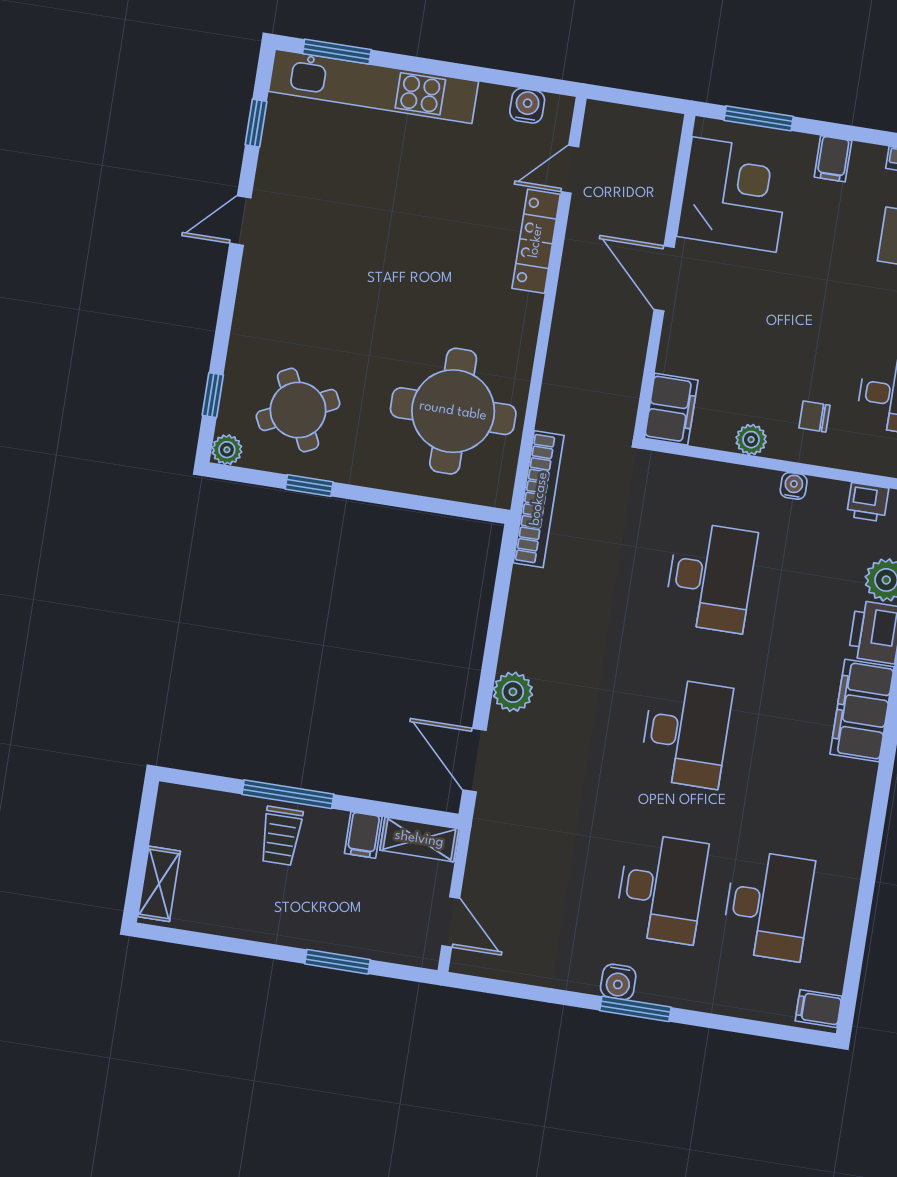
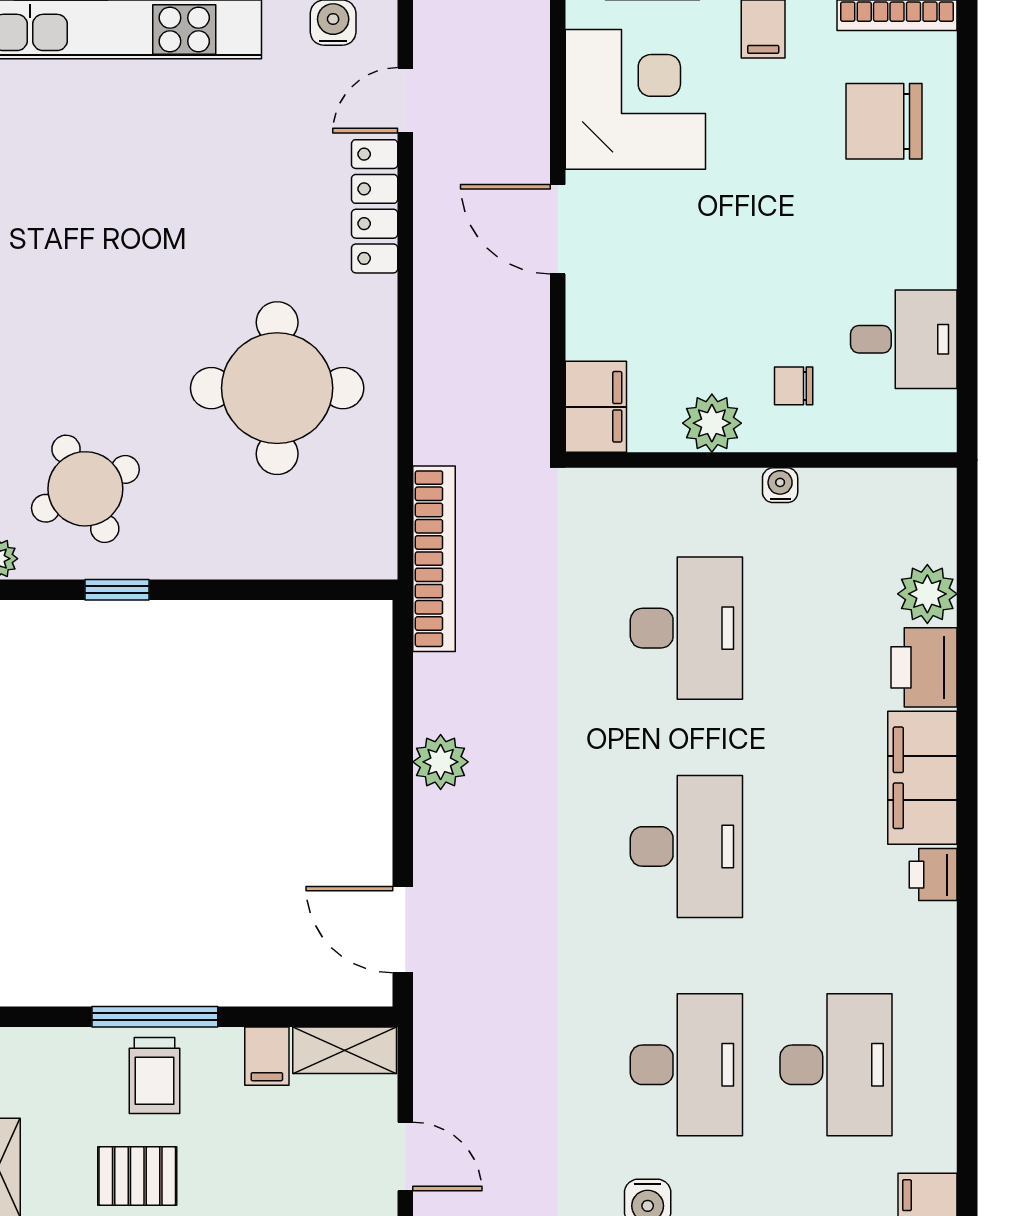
round table: (453, 411) -> (277, 388), moved
plant: (751, 440) -> (712, 423), width x1.38, depth x1.38
printer: (868, 502) -> (933, 875), moved, turned 90
plant: (513, 692) -> (441, 762), moved
pallet: (257, 906) -> (137, 1176), added

